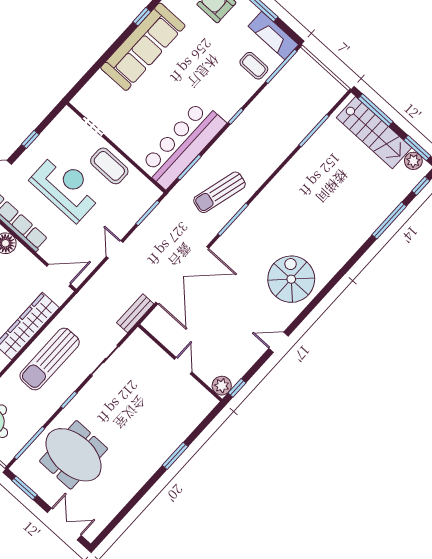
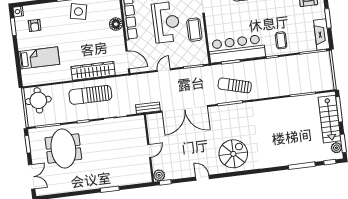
coffee table: (254, 66) -> (281, 40), moved

